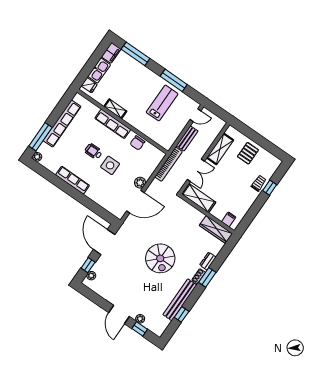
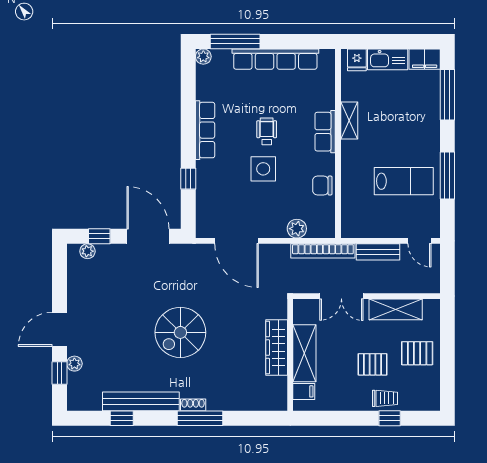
row of seats: (113, 124) -> (325, 132), width x0.68
pallet: (238, 178) -> (373, 364), added
plant: (140, 183) -> (297, 229), moved
shelving: (199, 198) -> (304, 353), moved
window: (90, 204) -> (188, 179), added
wardrobe: (216, 229) -> (277, 348), moved
door: (104, 242) -> (148, 236), hinge flipped
dresser: (208, 261) -> (224, 403), removed
window: (207, 277) -> (200, 418), width x1.44

